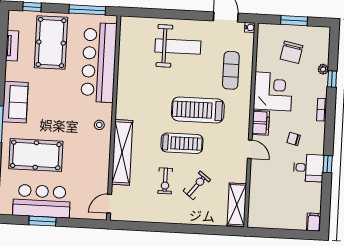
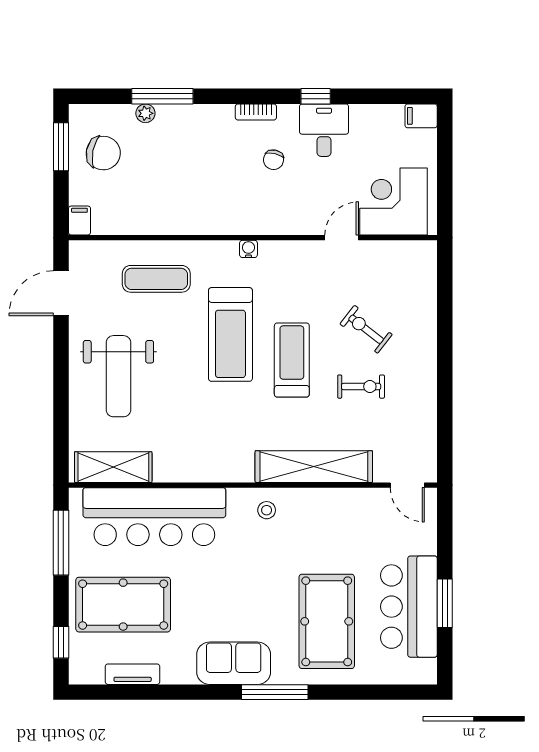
window: (294, 21) -> (61, 147), moved
water cooler: (250, 27) -> (248, 249), moved
weight bench: (178, 47) -> (118, 376), turned 180
chair: (292, 52) -> (103, 153), moved
window: (332, 79) -> (162, 96), width x2.17
corner desk: (273, 91) -> (394, 201), moved
bookcase: (322, 110) -> (256, 112), moved
filing cabinet: (261, 123) -> (79, 220), moved, width x0.50
door: (250, 149) -> (342, 238), moved
shelving: (237, 205) -> (113, 467), moved

